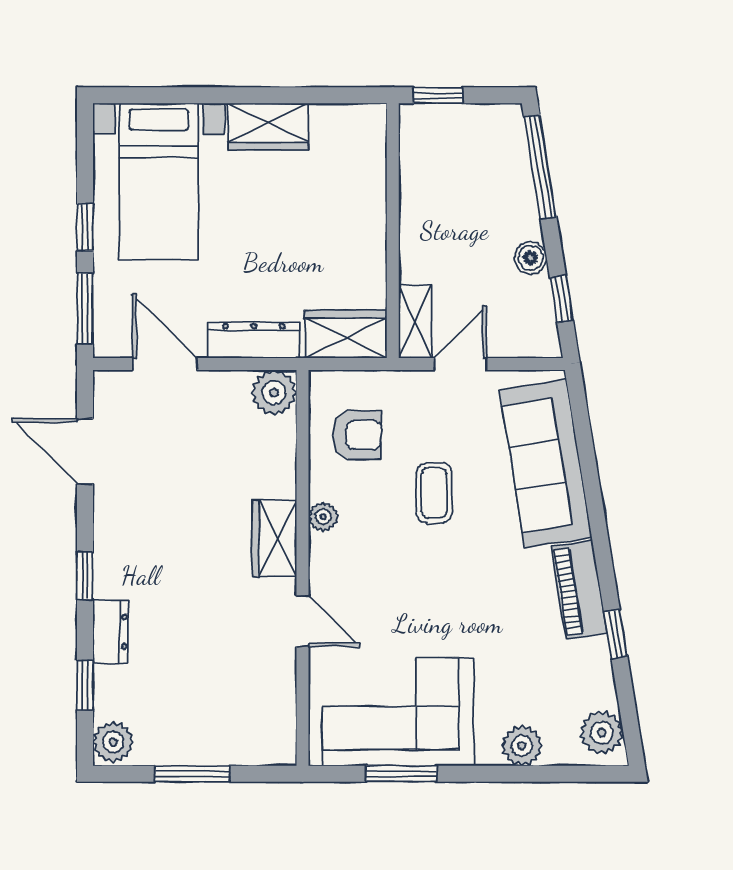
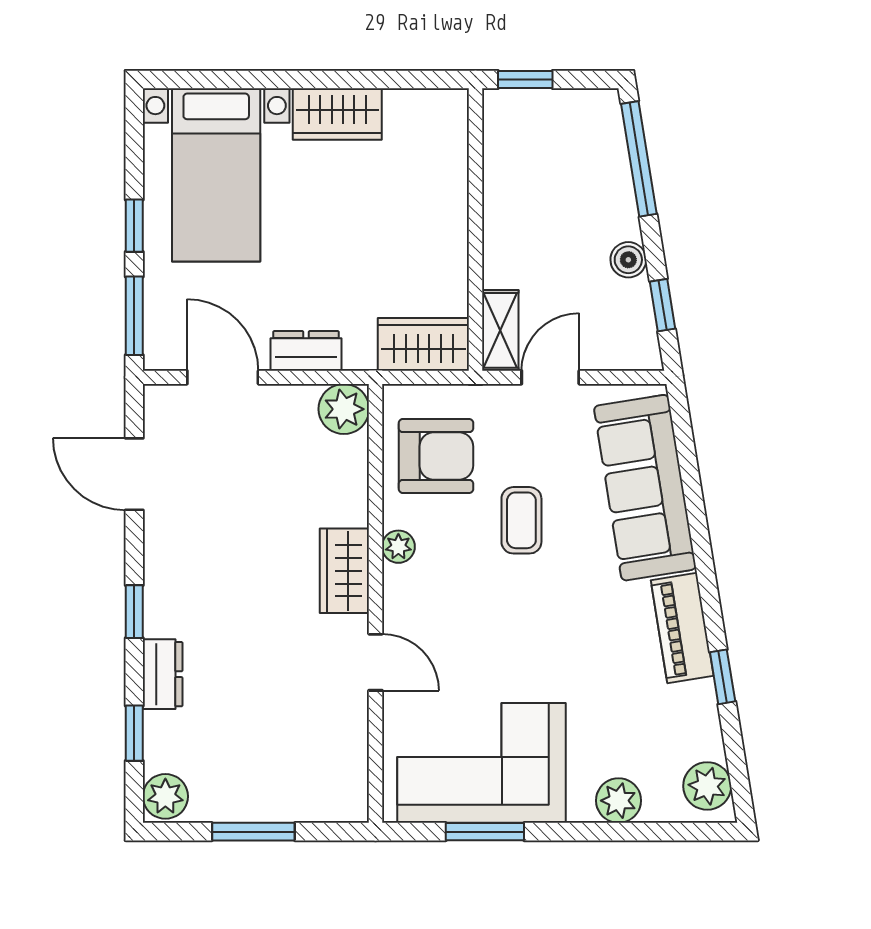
dresser: (254, 340) -> (306, 351), width x0.70
armchair: (357, 435) -> (436, 456), width x1.38, depth x1.38

